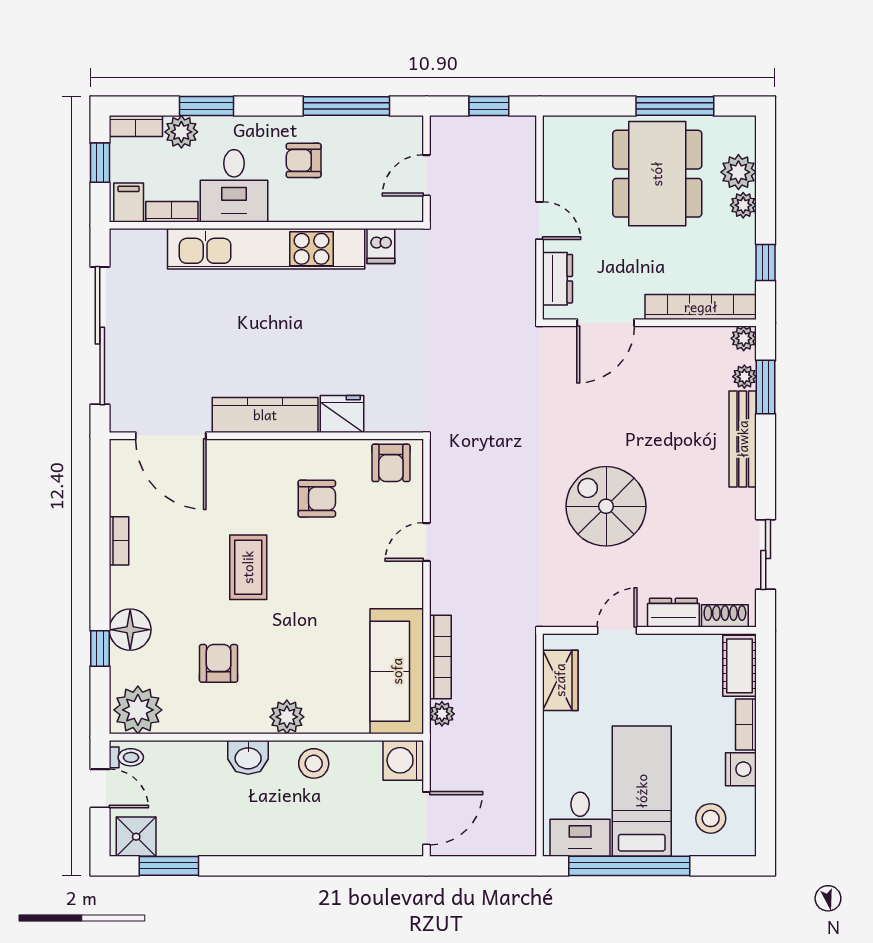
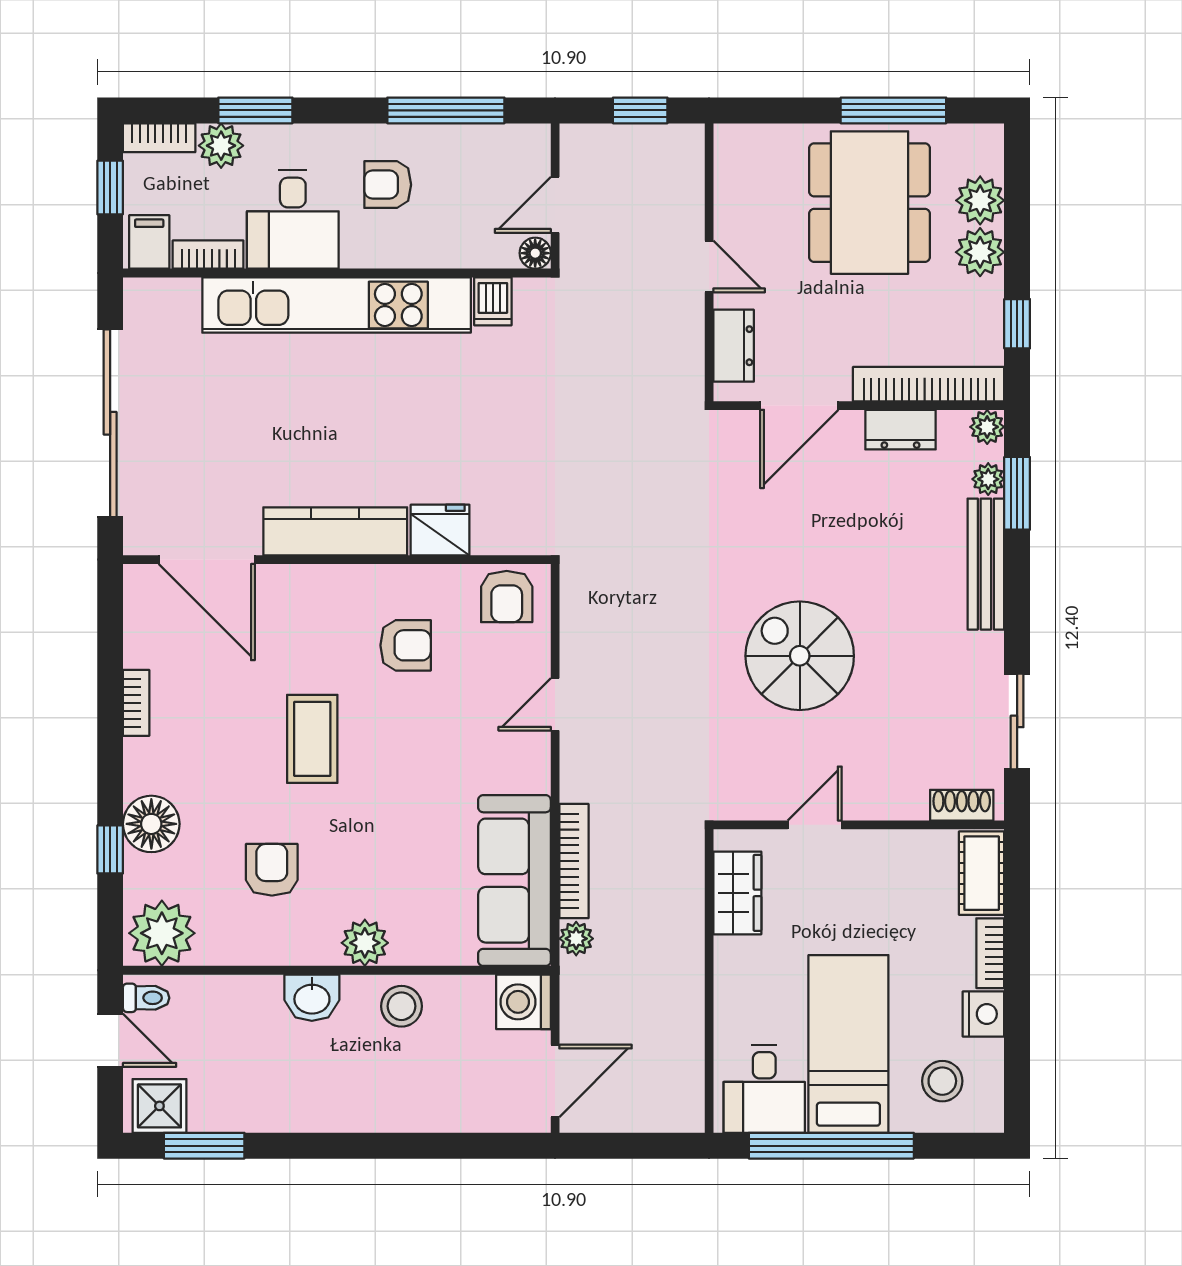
plant: (743, 205) -> (980, 252), width x1.38, depth x1.38
floor lamp: (412, 211) -> (535, 253), added
dresser: (673, 613) -> (900, 430), moved, turned 180

